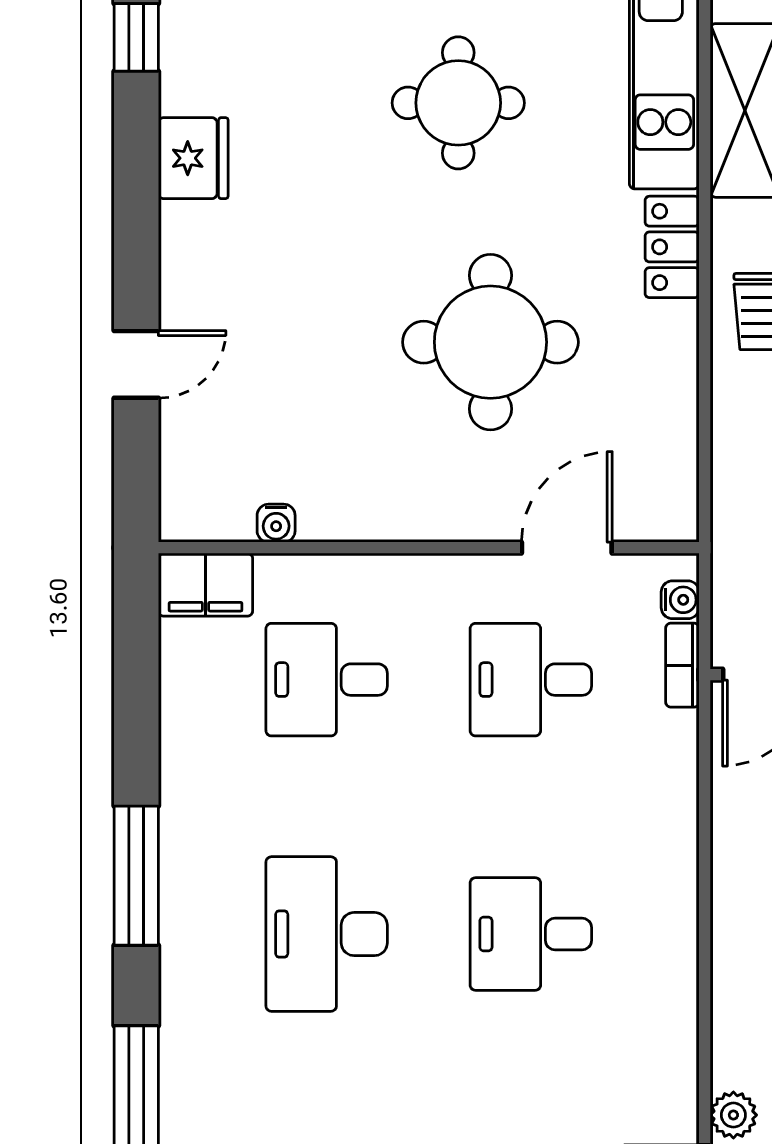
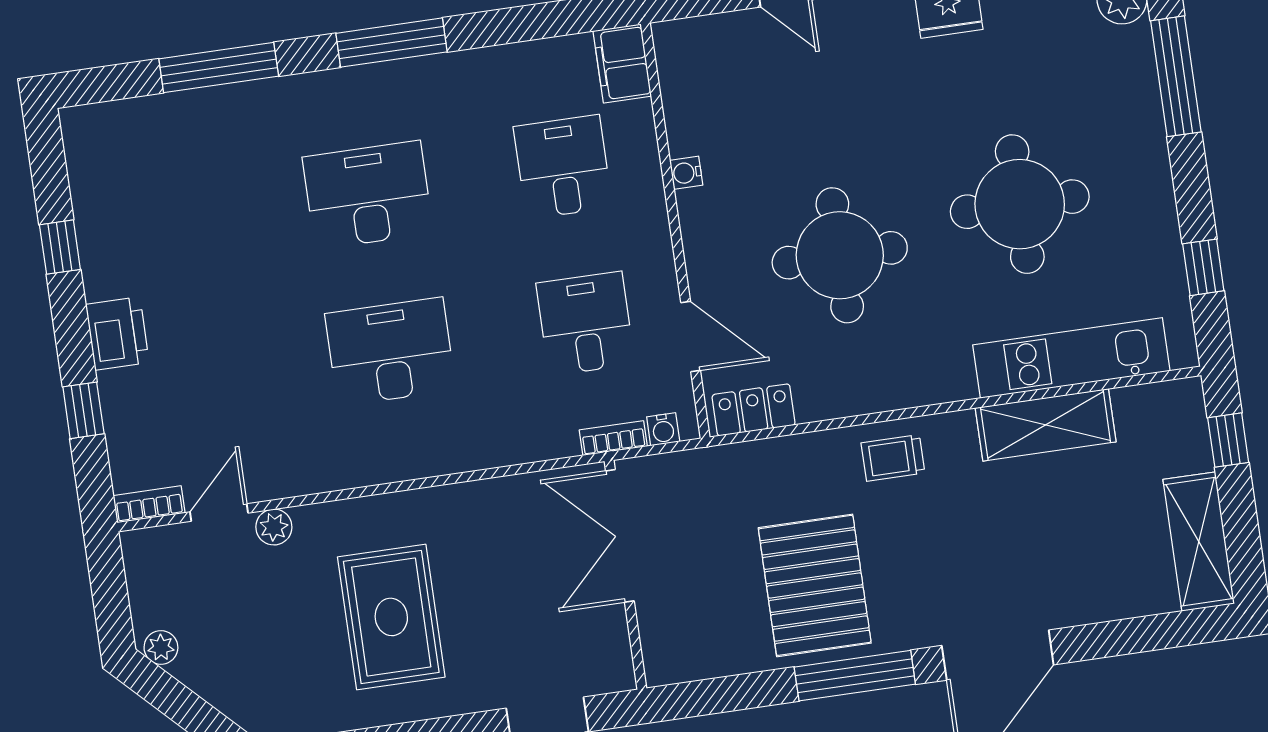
round table: (458, 103) -> (1020, 204), width x1.36, depth x1.36
locker: (672, 247) -> (754, 410), moved
water cooler: (276, 523) -> (686, 173), moved
desk: (531, 934) -> (390, 352), width x1.37

